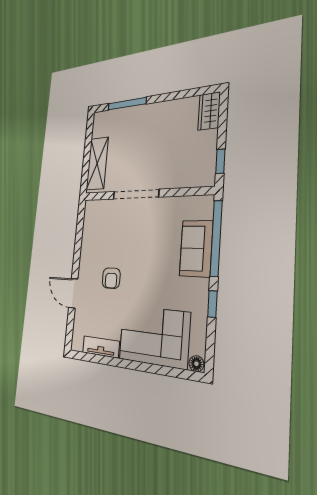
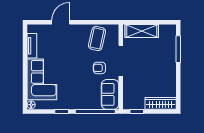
wardrobe: (209, 111) -> (161, 103), width x1.50
coffee table: (101, 235) -> (97, 38), added
sofa: (196, 248) -> (110, 94), moved, turned -90
armchair: (111, 278) -> (99, 68), moved

